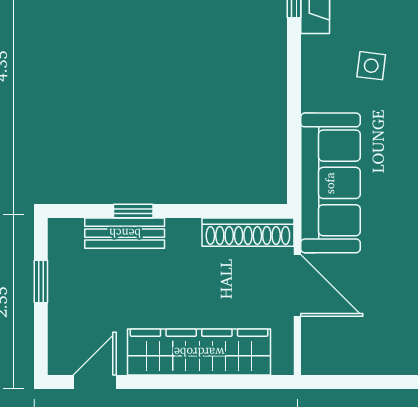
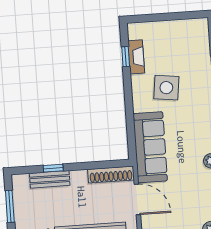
side table: (371, 66) -> (166, 88), width x1.87, depth x1.87
window: (41, 282) -> (10, 206), width x1.50

